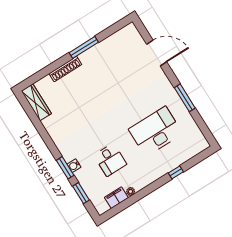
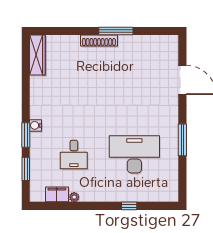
shoe rack: (65, 69) -> (99, 41), moved
water cooler: (74, 166) -> (36, 125), moved

